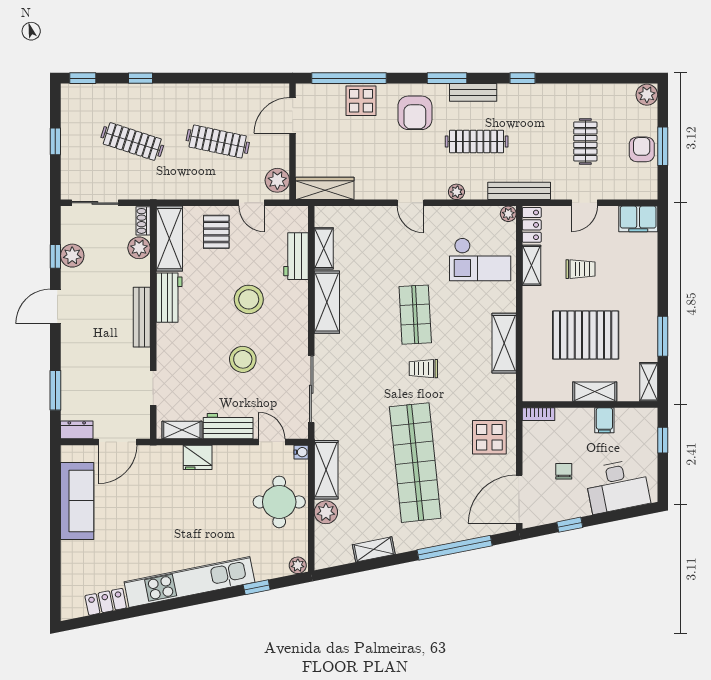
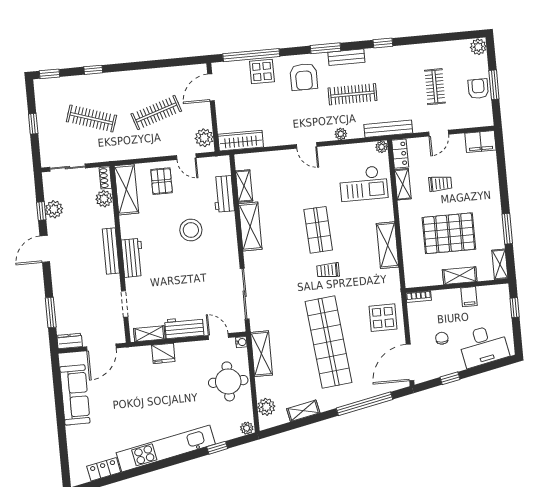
clothes rail: (218, 141) -> (156, 112), turned -30
workbench: (169, 298) -> (133, 258), moved
stool: (243, 359) -> (191, 276), removed
plant: (326, 512) -> (266, 407), moved

